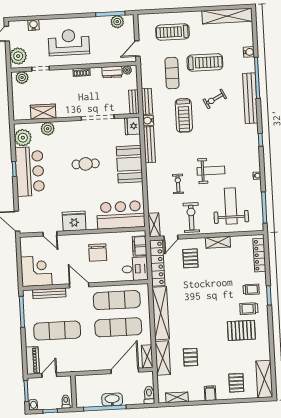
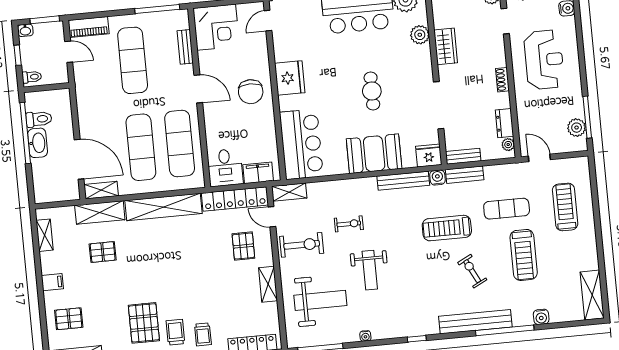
shelving: (227, 16) -> (592, 295), width x0.68
wardrobe: (43, 112) -> (446, 46), moved
door: (50, 234) -> (268, 21), moved
chair: (98, 252) -> (251, 92), moved, turned -90
pallet: (190, 258) -> (243, 246), turned 90
door: (79, 285) -> (198, 89), hinge flipped
bench: (49, 293) -> (185, 47), width x0.73
toilet: (149, 395) -> (39, 119), moved

